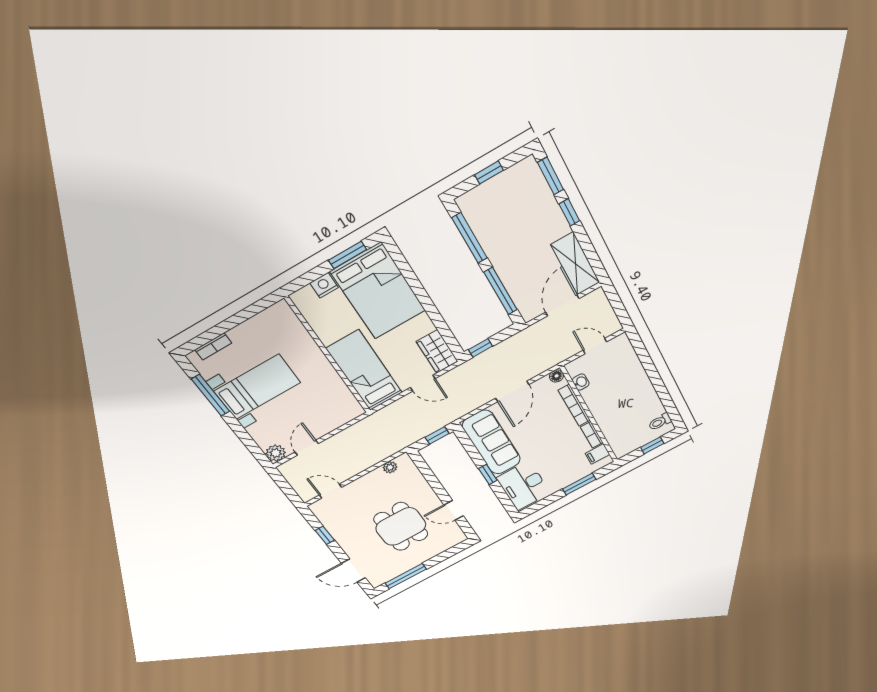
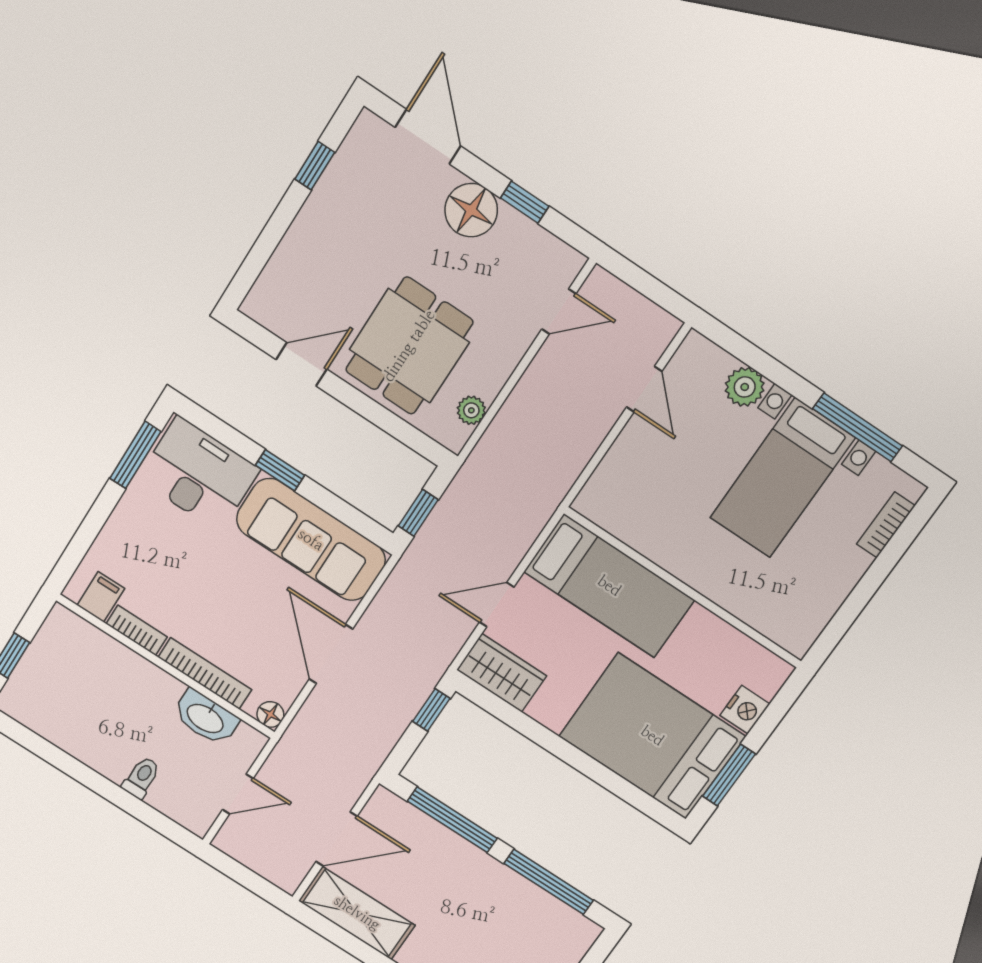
door: (562, 305) -> (336, 839), hinge flipped
washbasin: (581, 382) -> (206, 718), width x1.91, depth x1.45
toilet: (660, 422) -> (141, 778), moved
plant: (276, 453) -> (745, 387), moved
window: (579, 484) -> (135, 455), moved
dining table: (401, 527) -> (409, 346), moved, turned 90
floor lamp: (349, 540) -> (471, 210), added
door: (353, 571) -> (428, 137), hinge flipped
window: (406, 576) -> (315, 166), width x0.46

